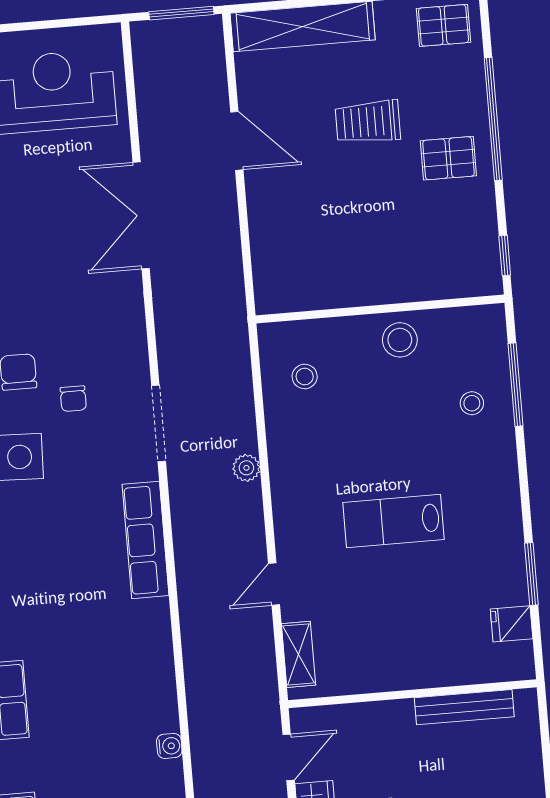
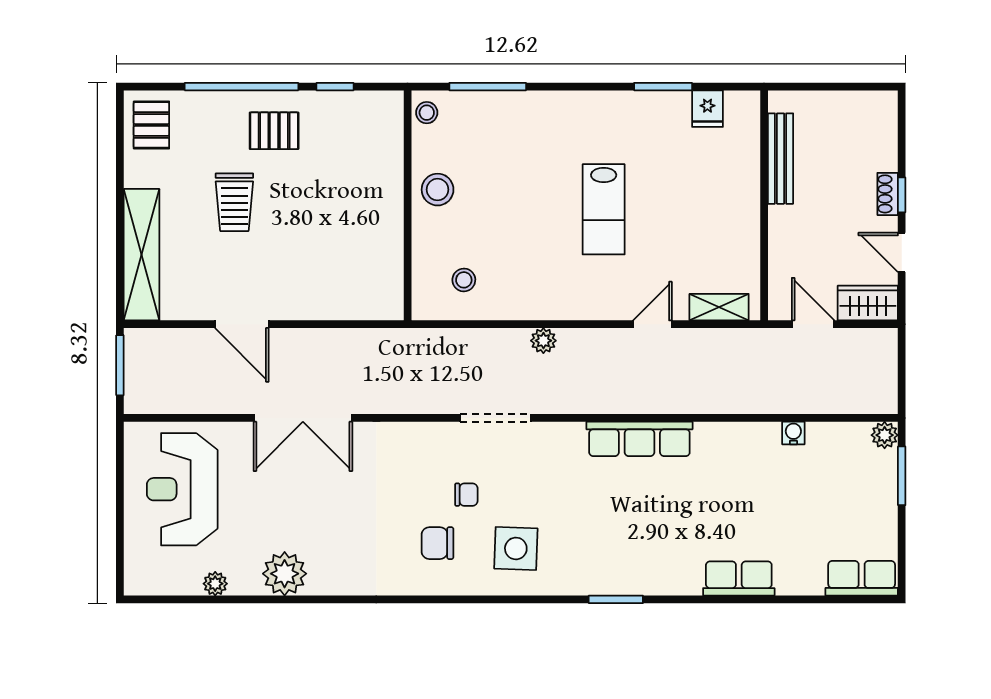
door: (237, 141) -> (242, 324), swing flipped
pallet: (448, 158) -> (274, 131), turned 90
window: (505, 256) -> (335, 87), moved
stool: (472, 403) -> (427, 113), moved
row of seats: (146, 540) -> (639, 439), moved
door: (274, 584) -> (652, 324), swing flipped

